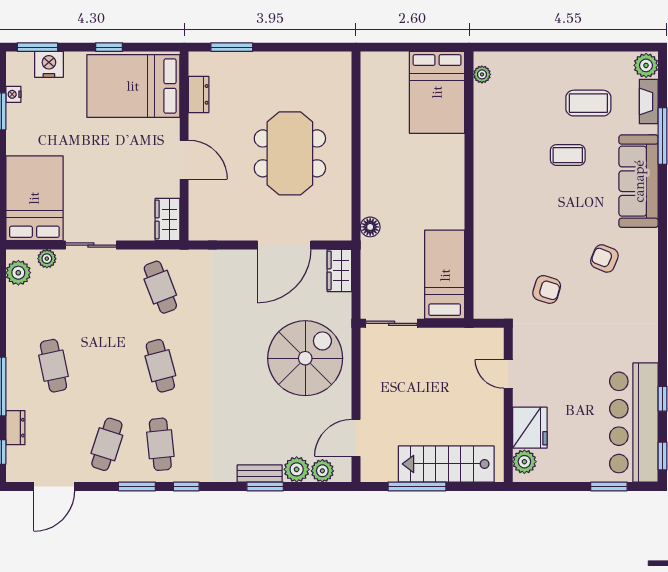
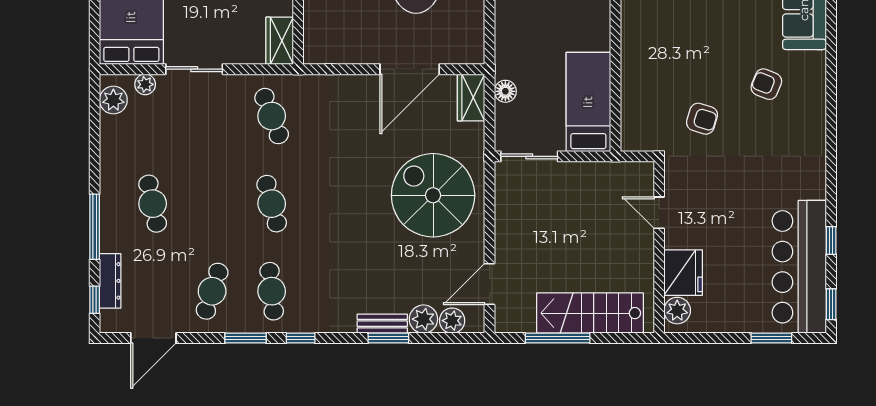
floor lamp: (370, 227) -> (505, 91), moved
spiral stairs: (305, 358) -> (433, 195), turned -90
dresser: (15, 428) -> (110, 281), width x1.44

